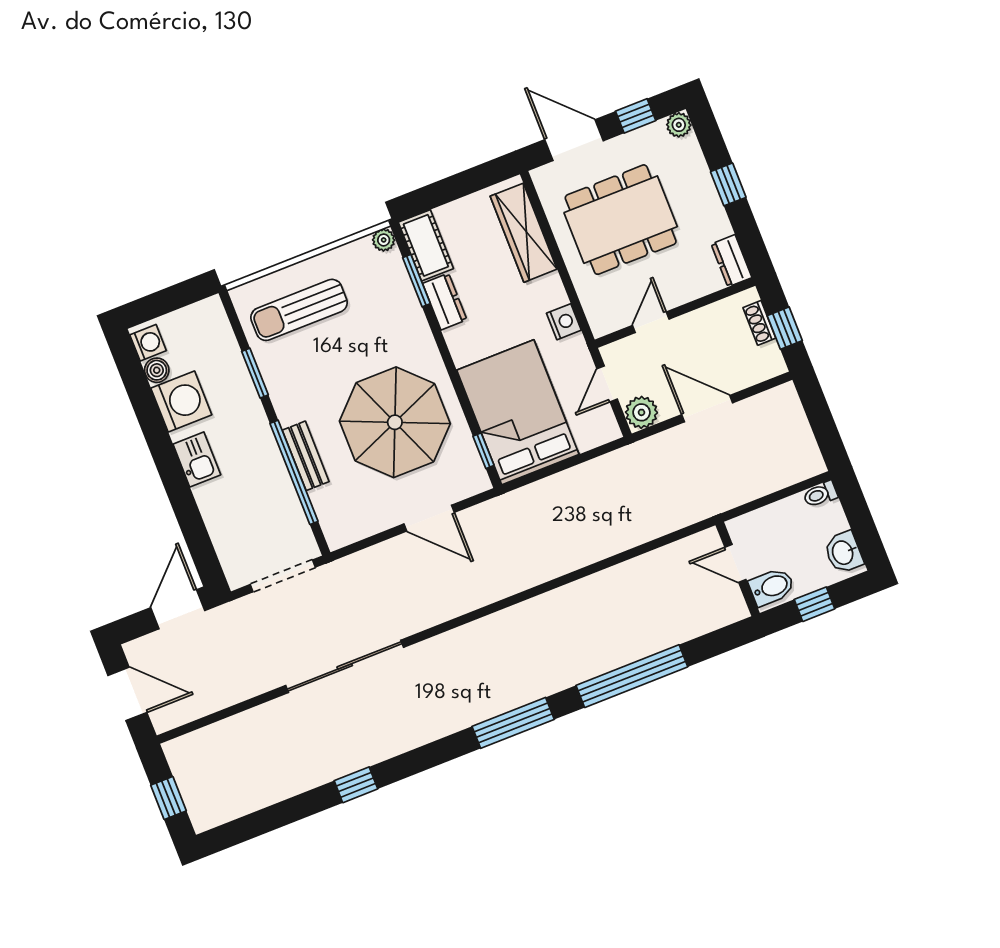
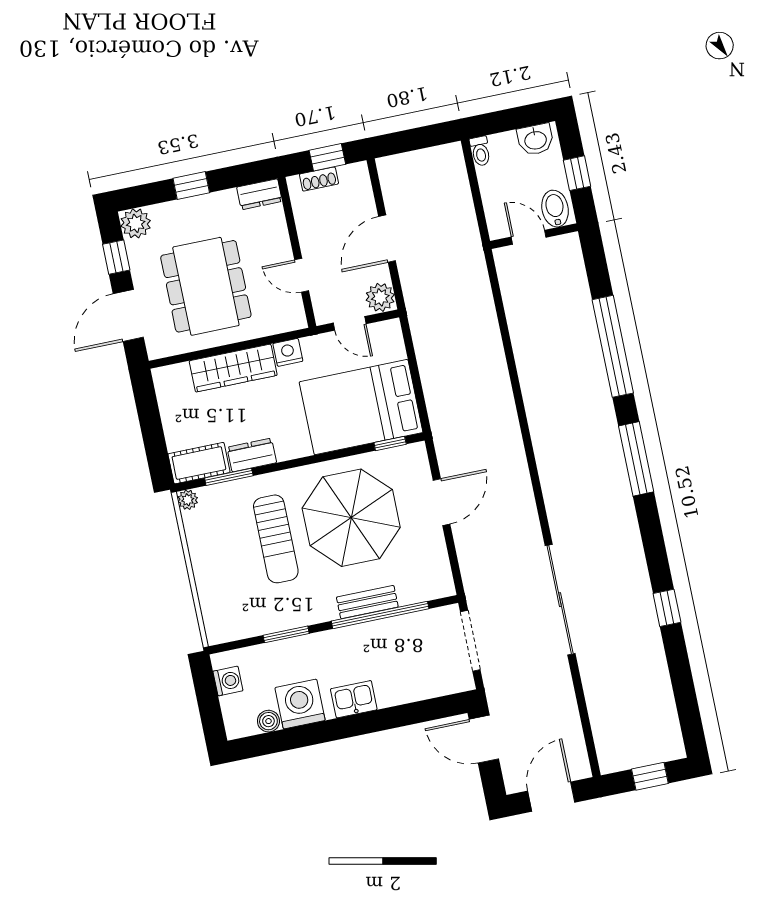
plant: (679, 125) -> (136, 223), width x1.38, depth x1.38
wardrobe: (524, 233) -> (233, 368), moved
sun lounger: (299, 310) -> (276, 539), moved
washing machine: (148, 343) -> (228, 681), moved, turned 90
door: (735, 563) -> (529, 237), swing flipped

